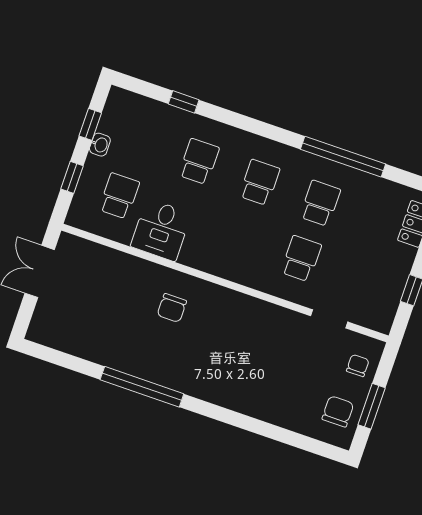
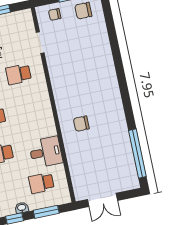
window: (72, 177) -> (46, 212), width x1.50
chair: (172, 308) -> (81, 124), turned 180
window: (142, 387) -> (137, 154), moved

